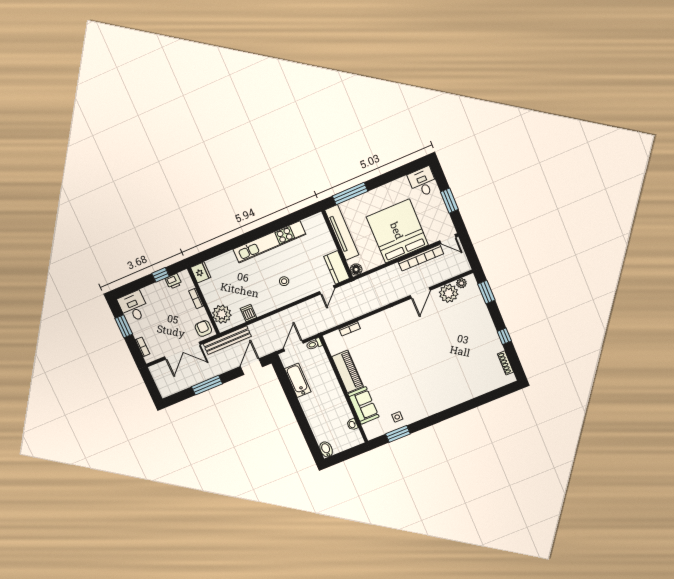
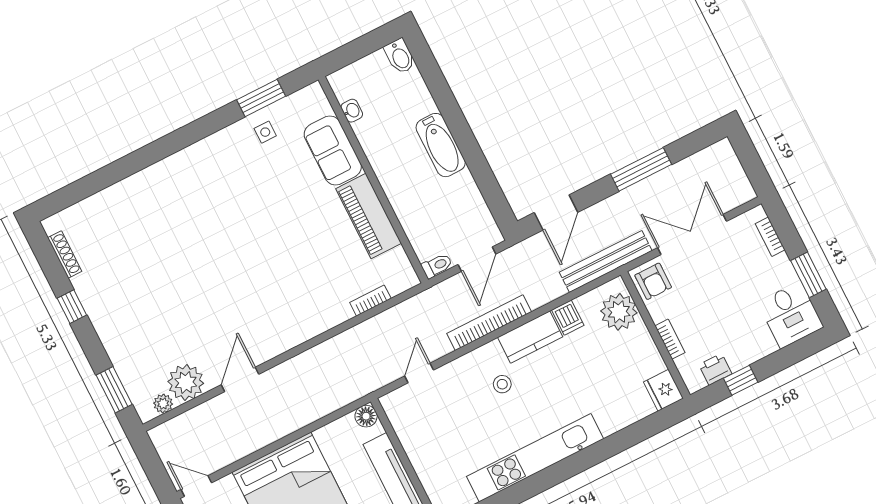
bookcase: (421, 258) -> (489, 323), moved
kitchen counter: (337, 267) -> (530, 337), moved, turned 90
bathtub: (298, 380) -> (441, 145), moved

